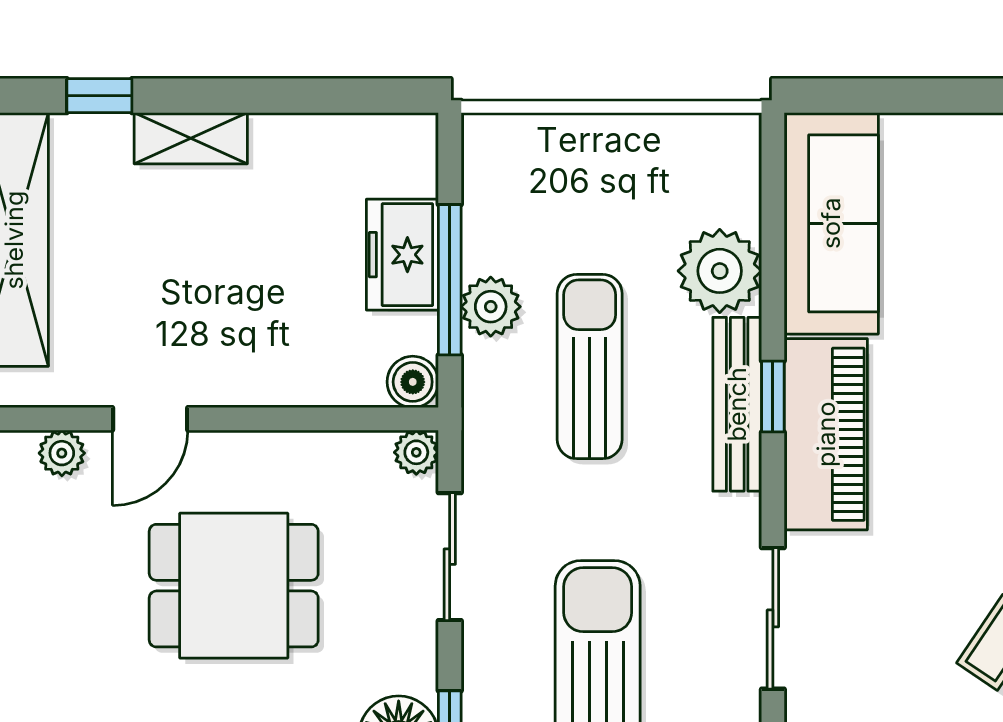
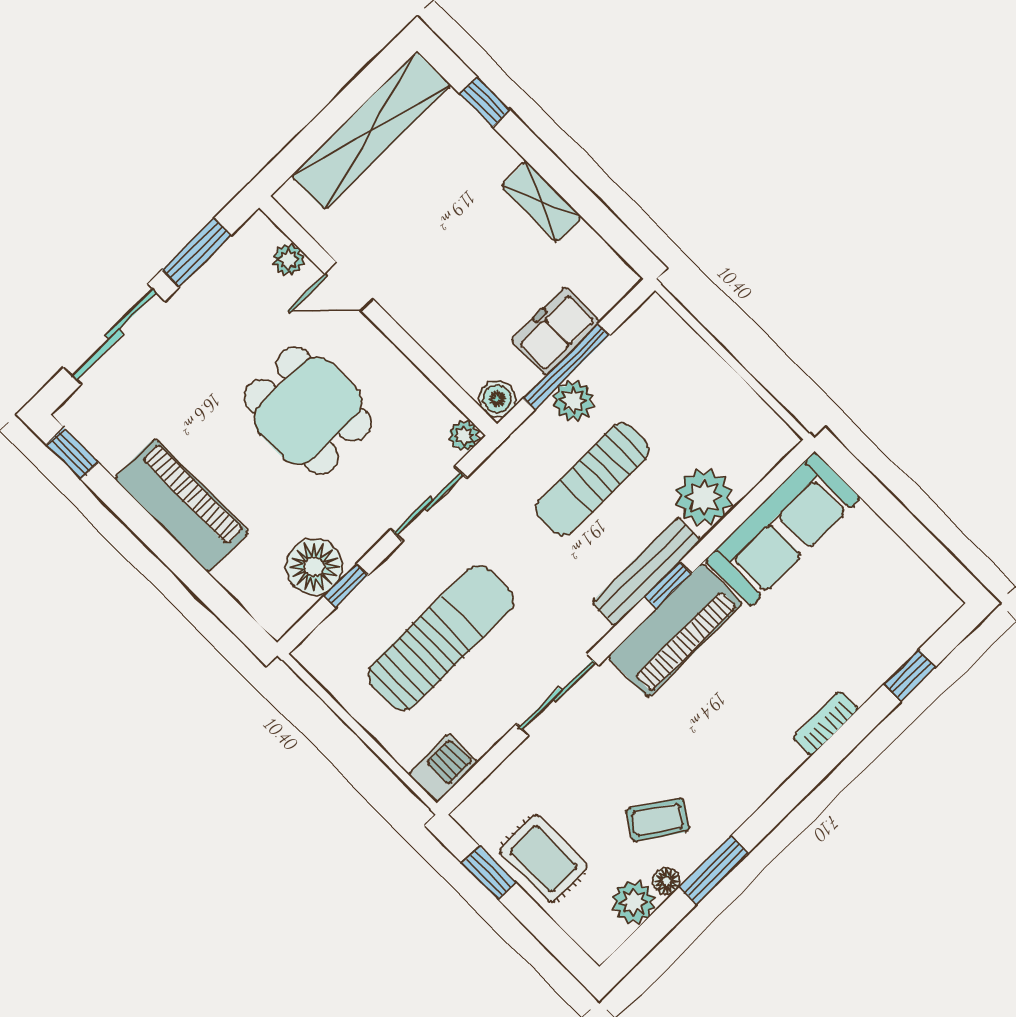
shelving: (191, 138) -> (542, 201), moved
sun lounger: (590, 367) -> (592, 479), turned 180

